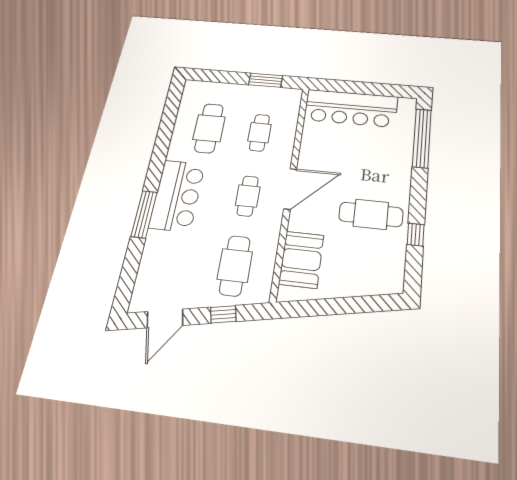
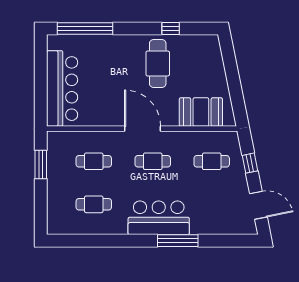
cafe table: (209, 128) -> (94, 204), width x0.73, depth x0.74
cafe table: (235, 266) -> (212, 161), width x0.73, depth x0.74

